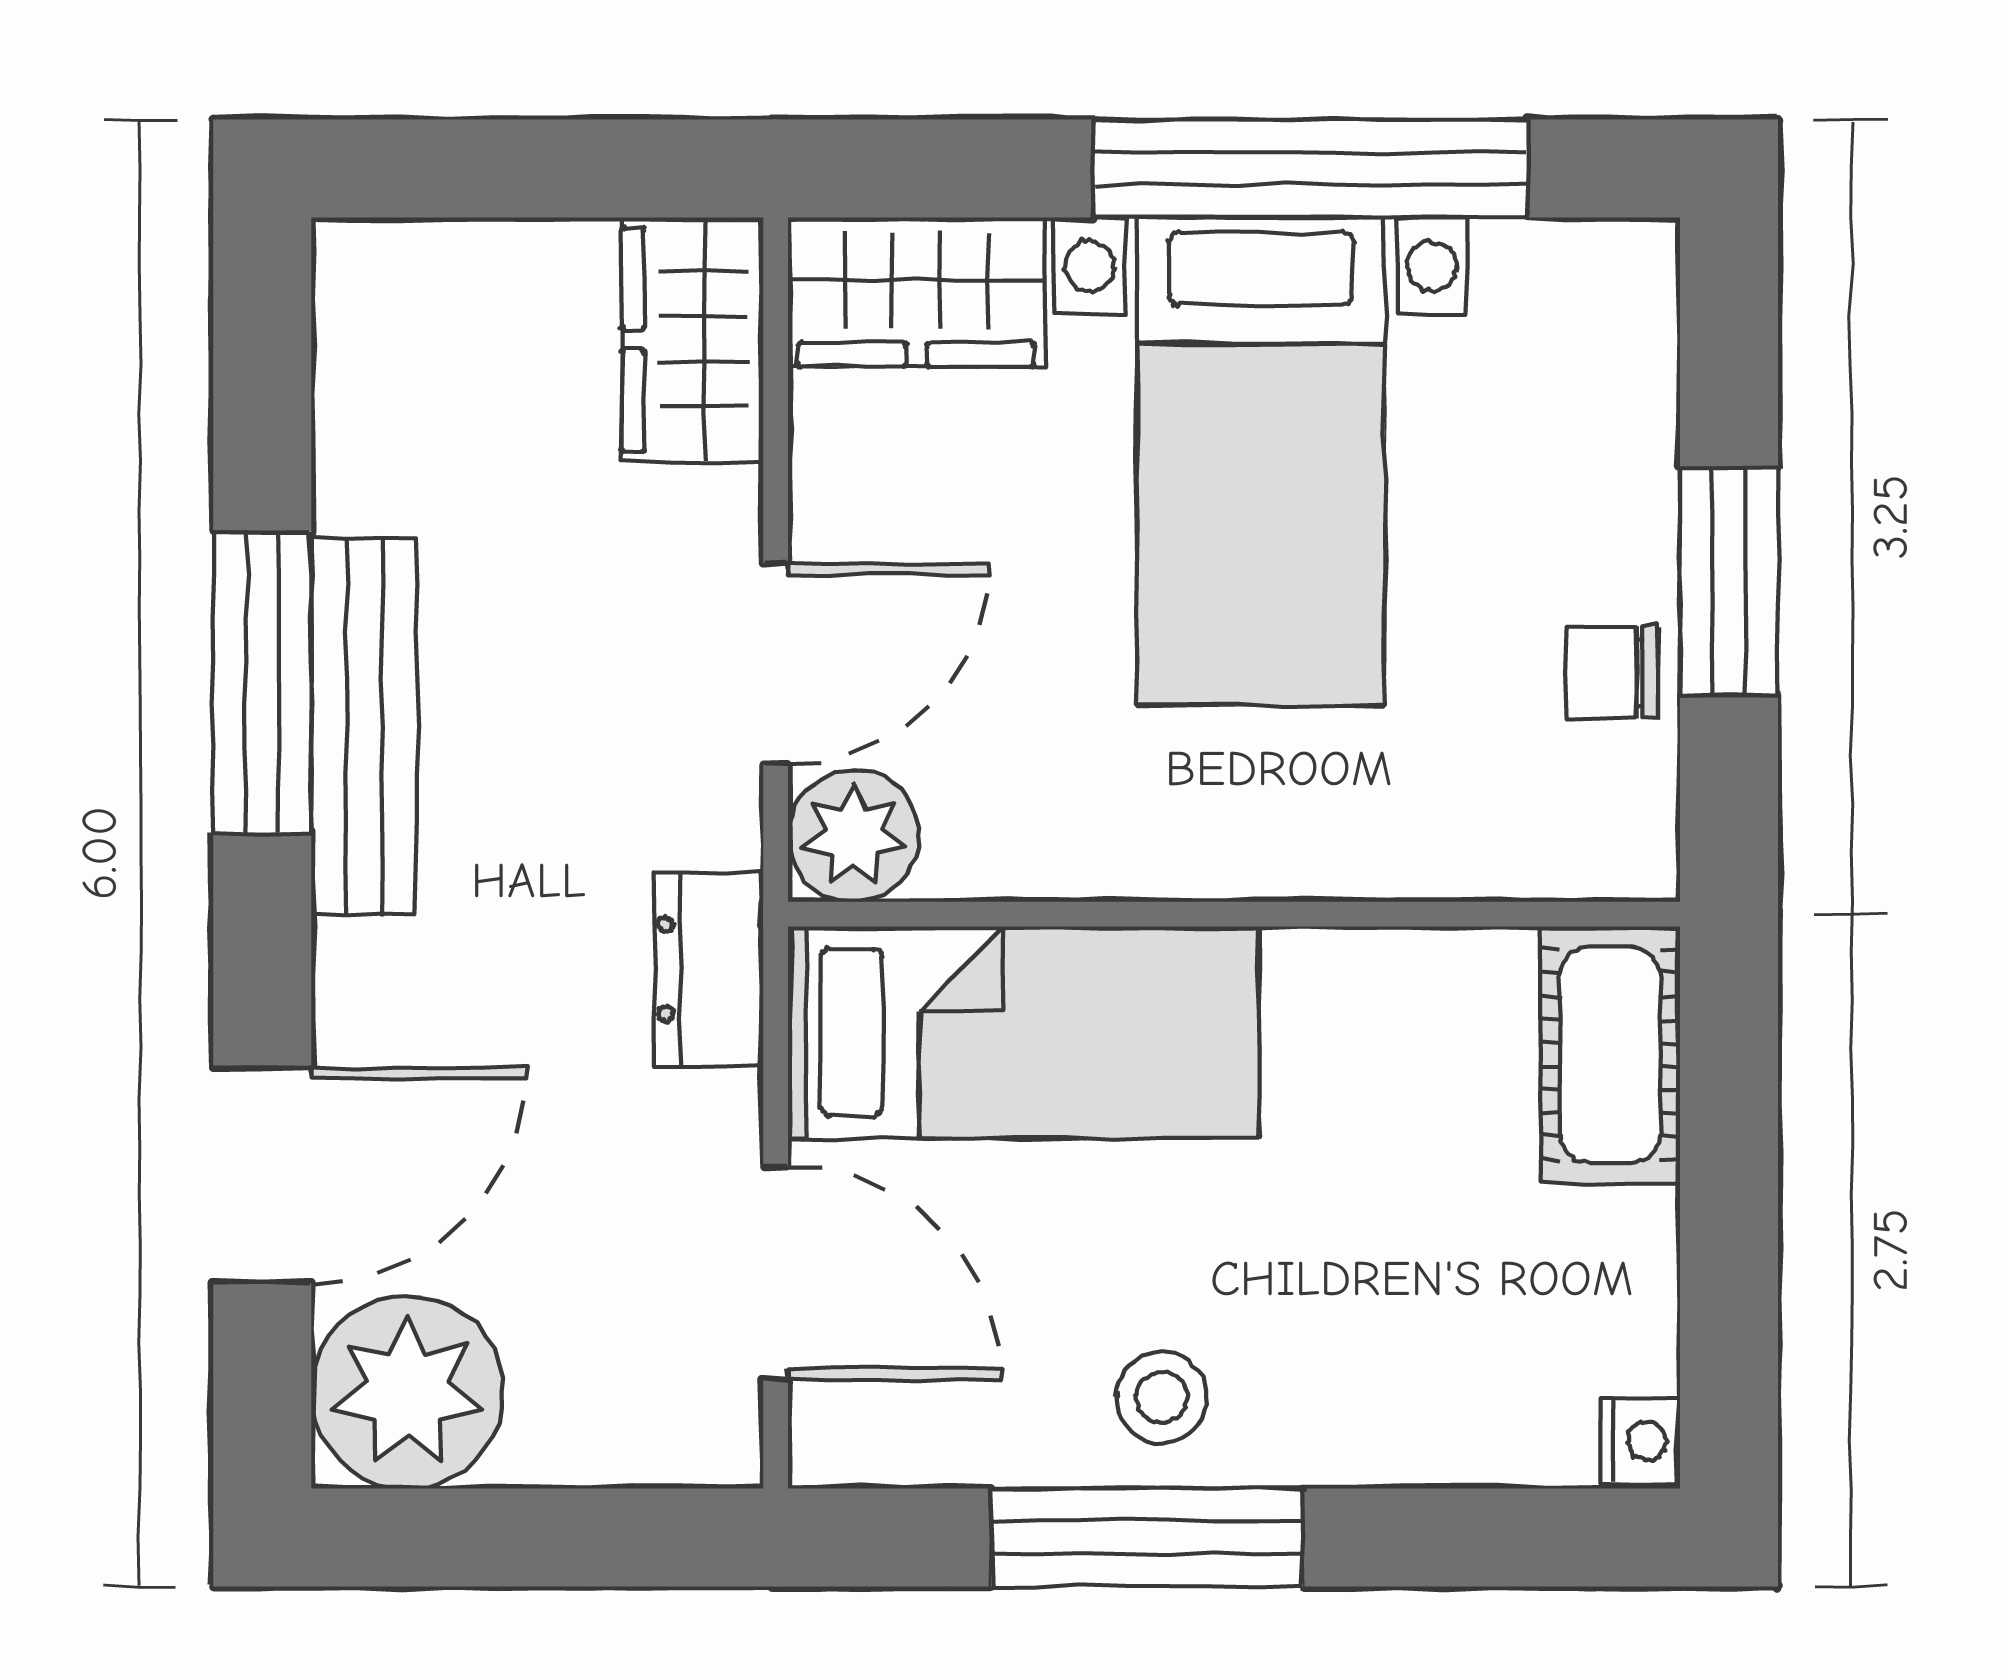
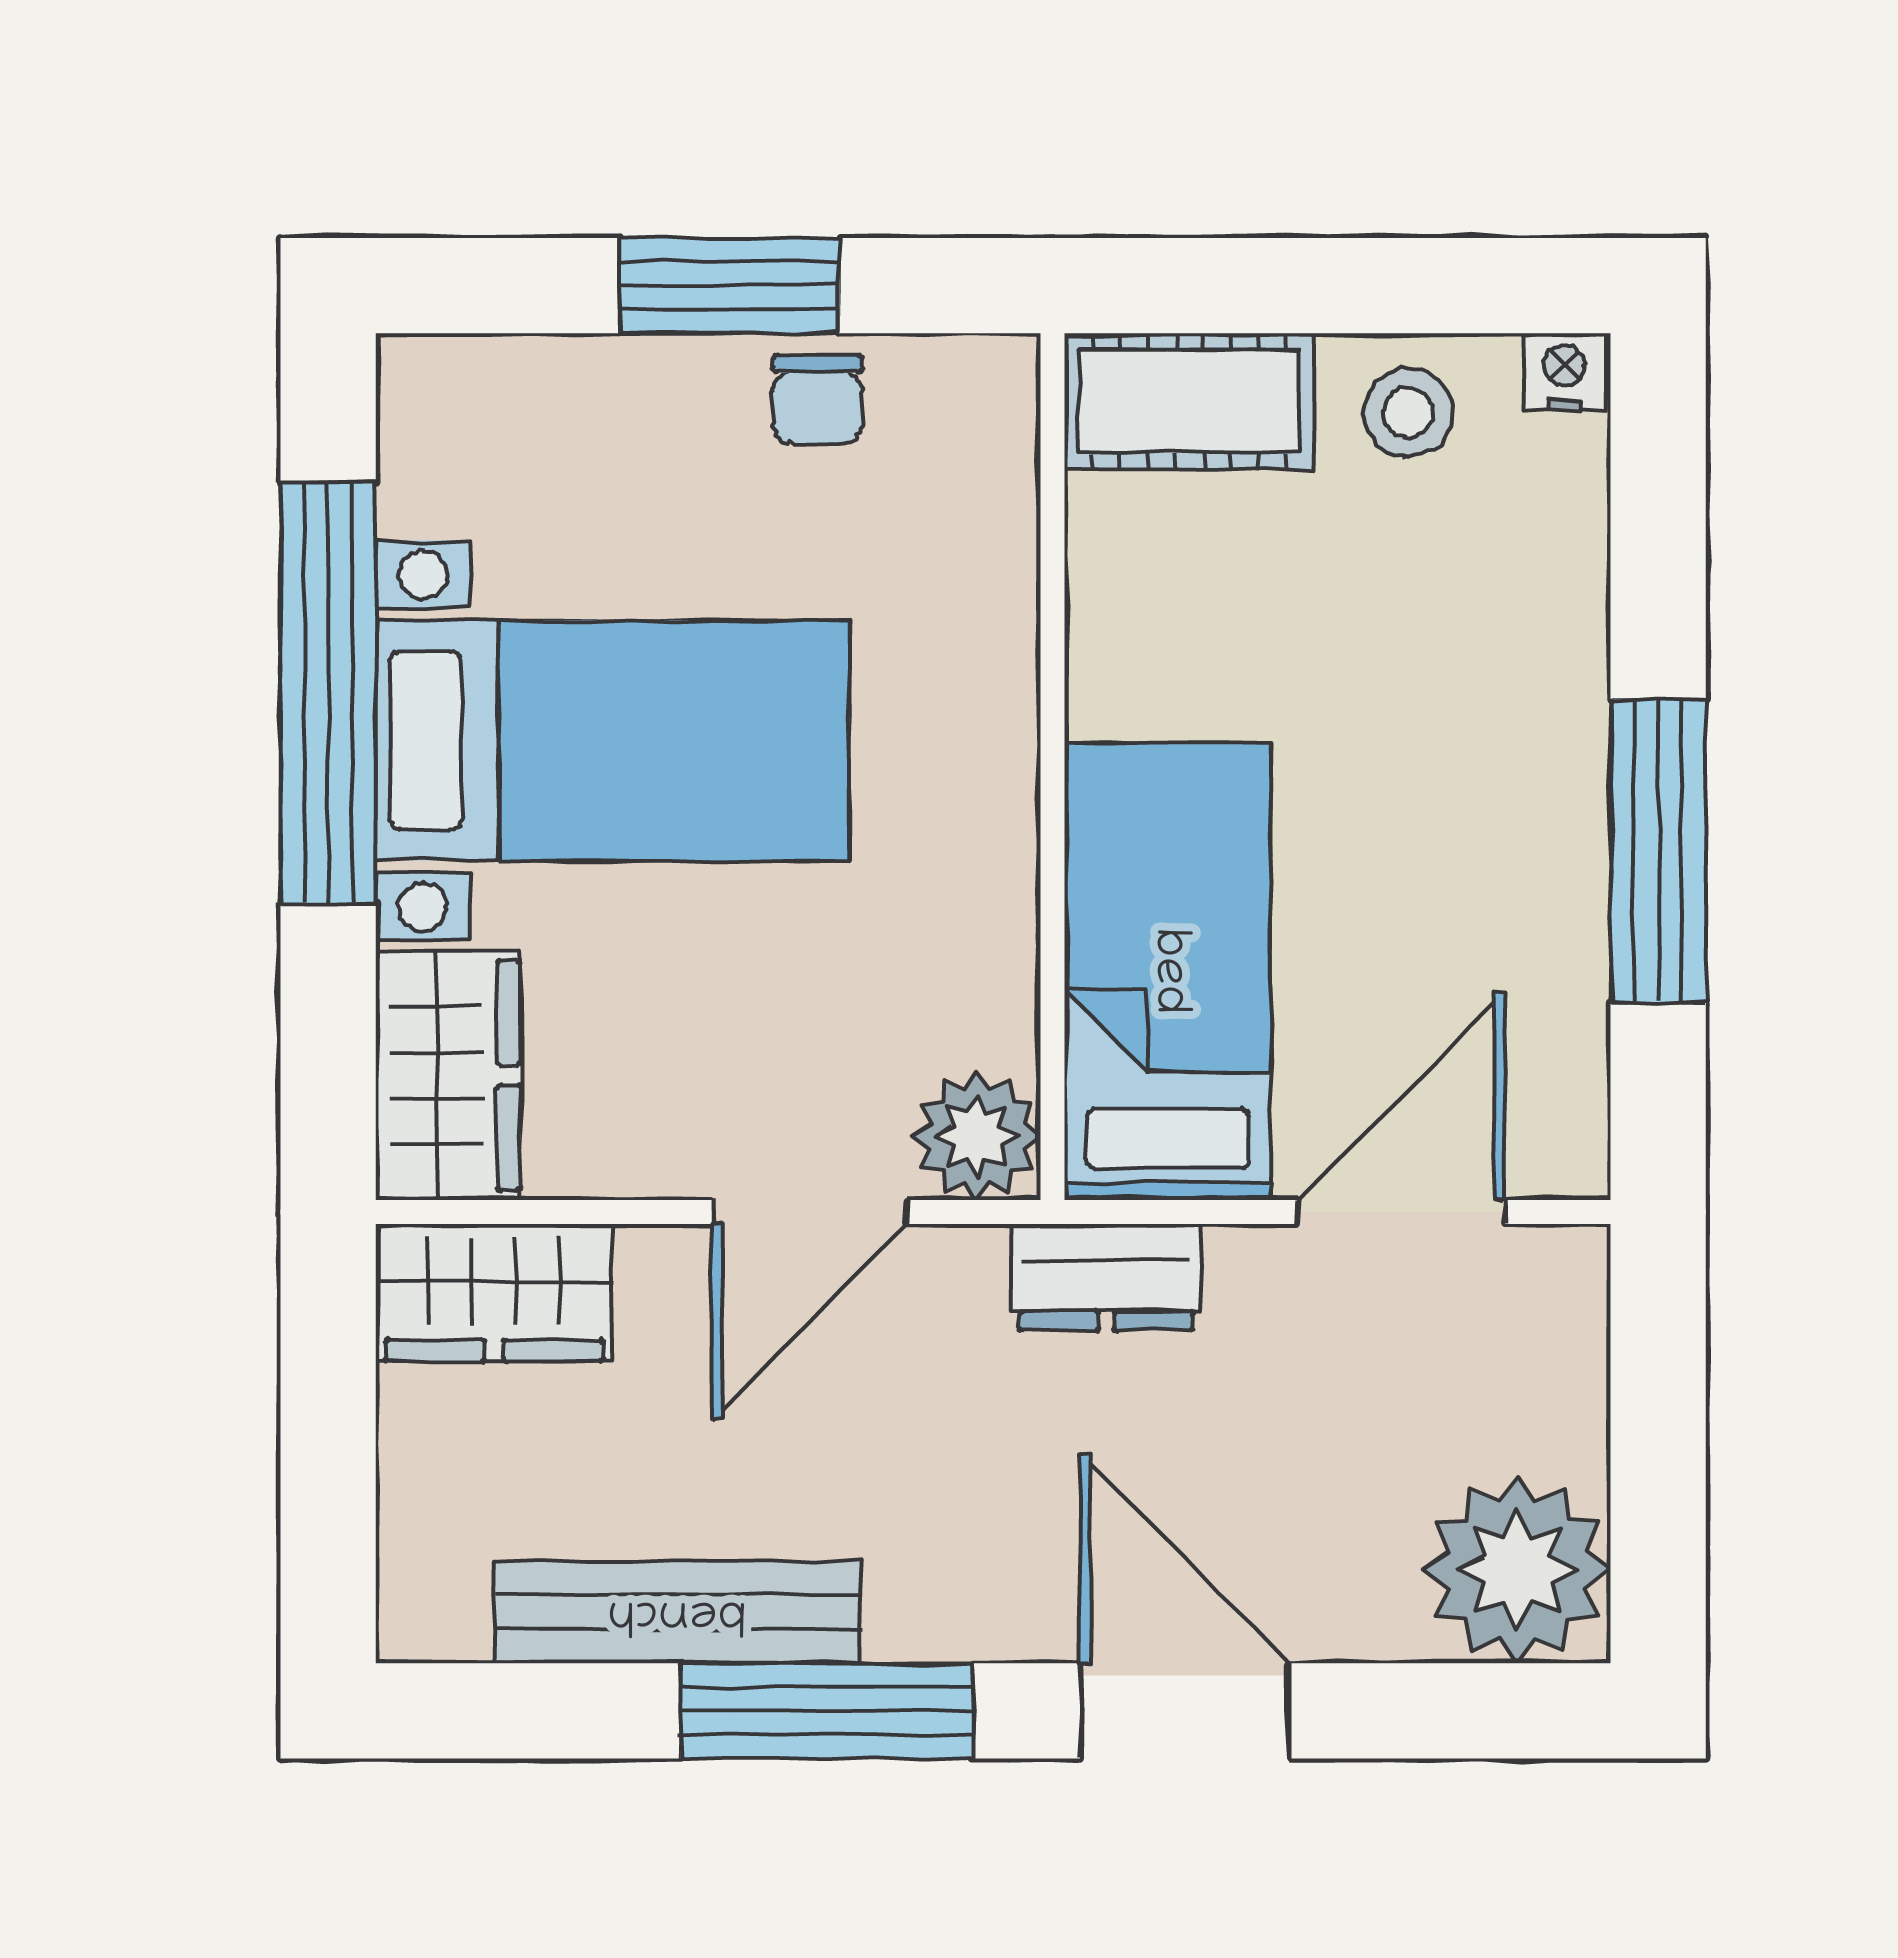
door: (776, 664) -> (810, 1212), swing flipped
bench: (364, 726) -> (677, 1612), moved
door: (262, 1175) -> (1185, 1711), moved
stool: (1162, 1397) -> (1408, 413), moved

